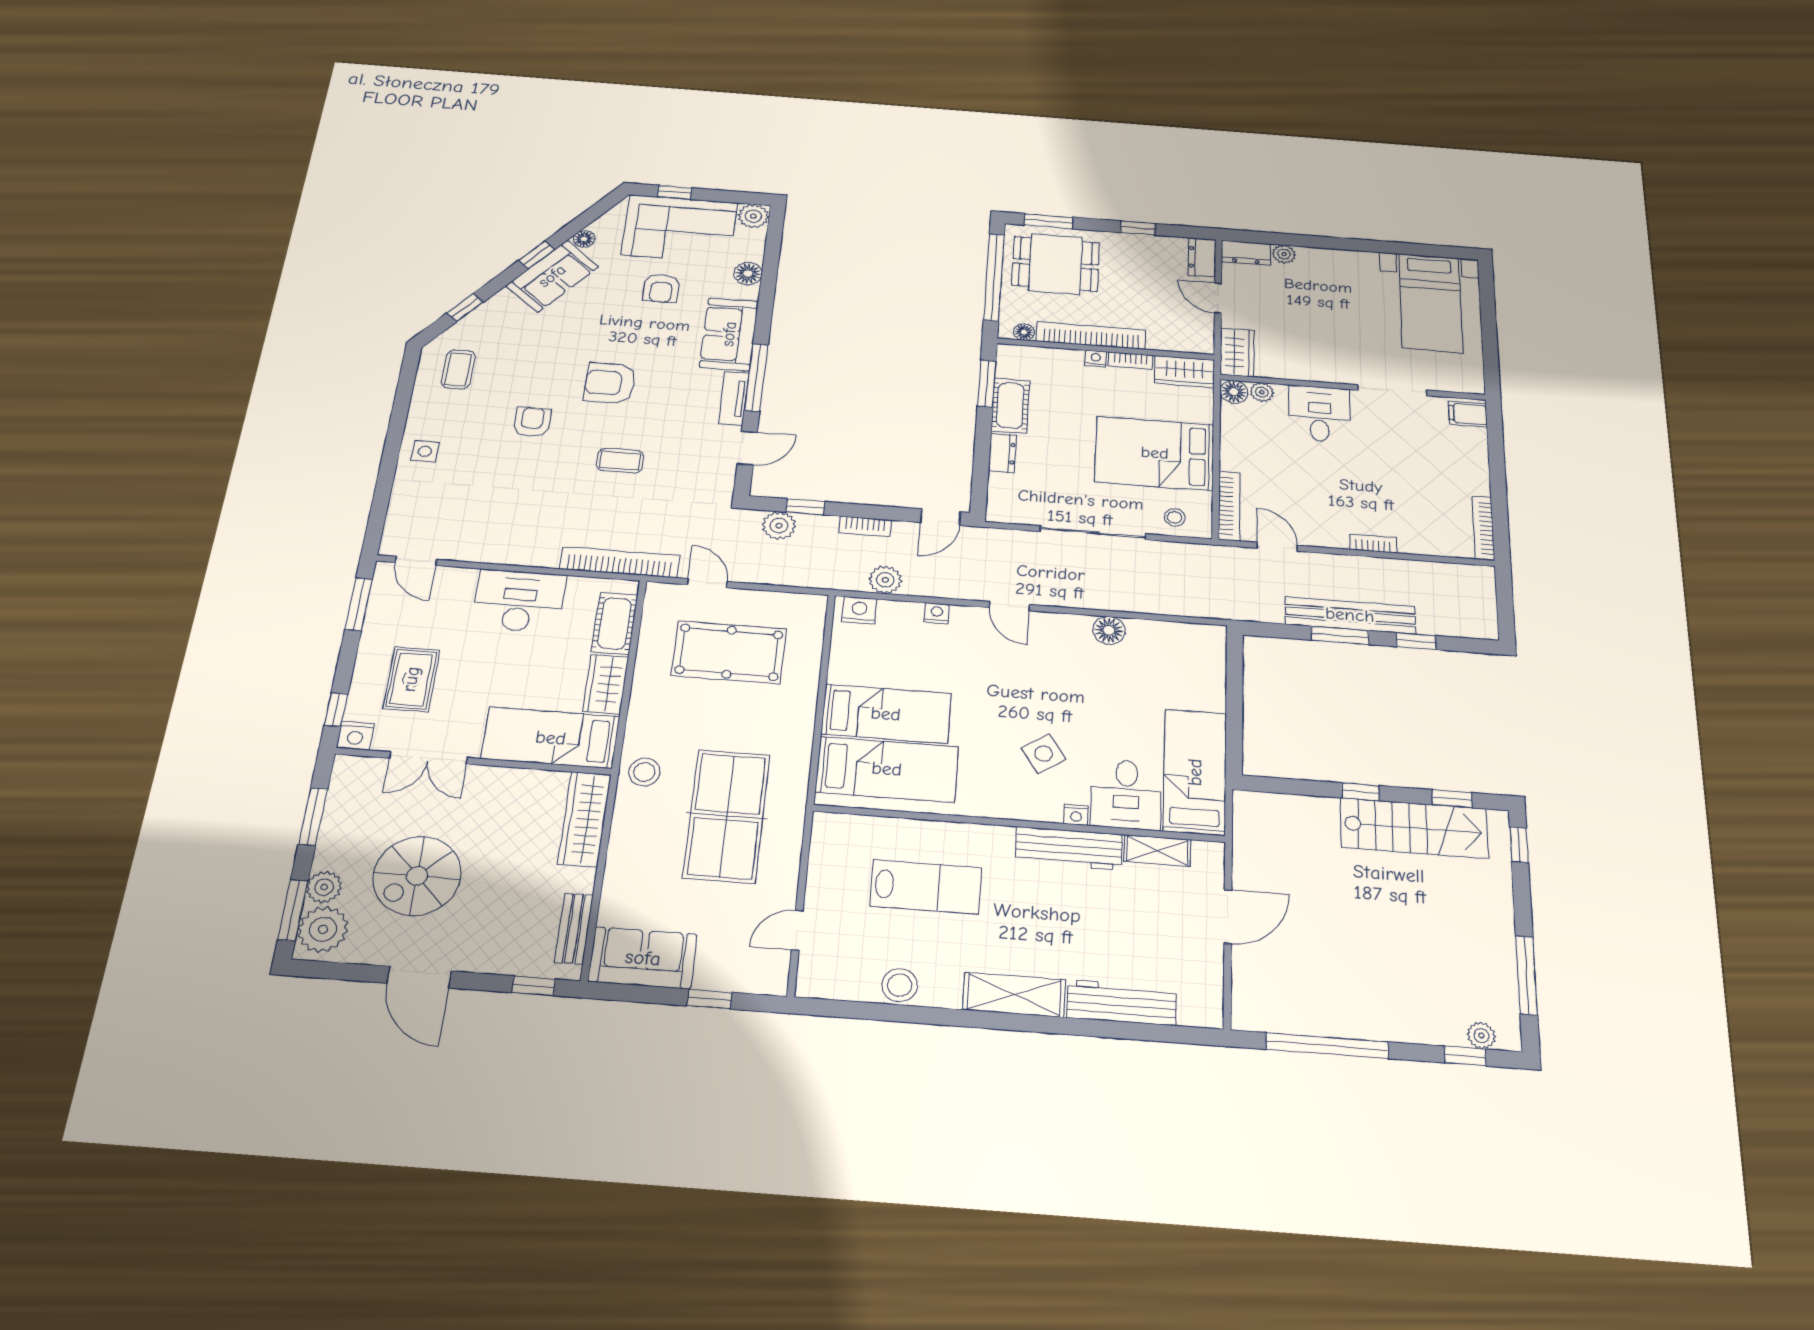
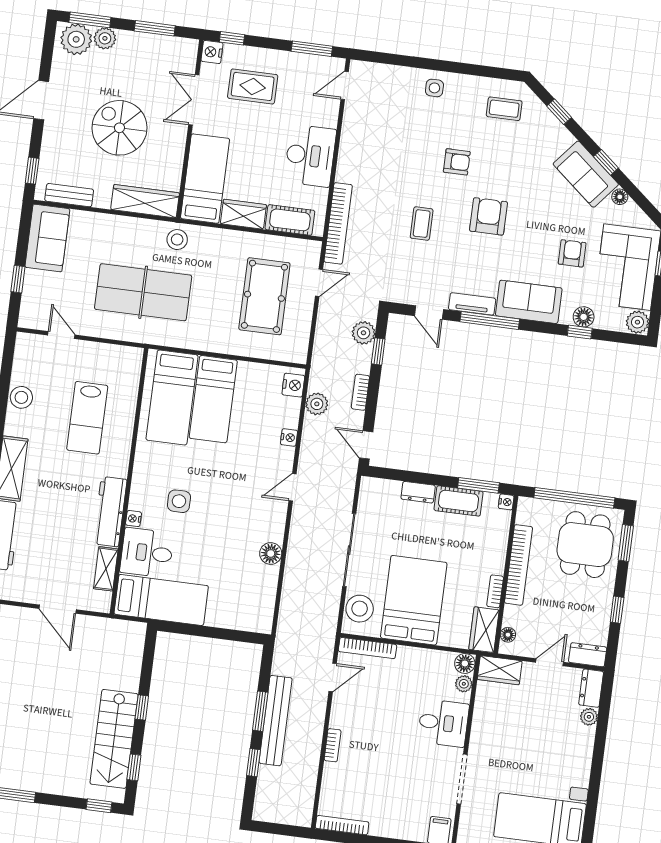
window: (769, 277) -> (580, 332), added
armchair: (661, 288) -> (572, 253), turned 90
floor lamp: (1024, 332) -> (508, 635), moved
nightstand: (1096, 359) -> (506, 502), moved
stool: (1175, 517) -> (360, 609), width x1.89, depth x1.89
side table: (1044, 754) -> (179, 501), turned 34
spiral stairs: (417, 876) -> (119, 128), moved

